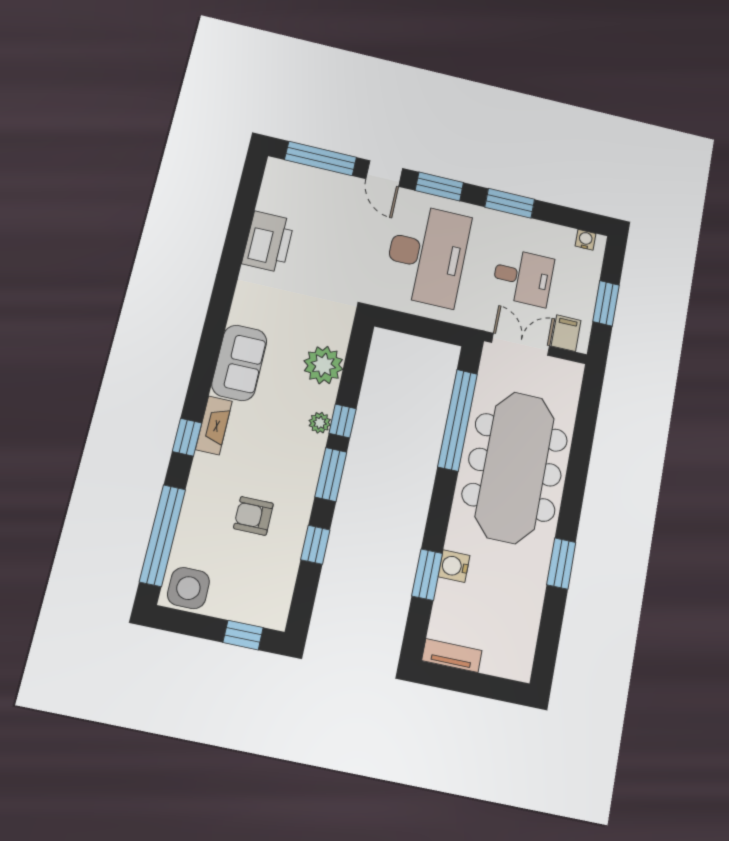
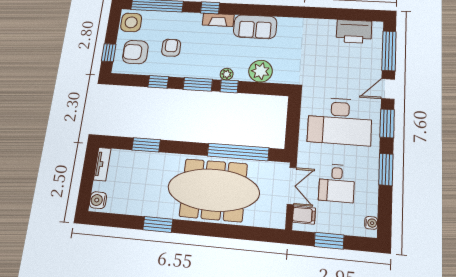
printer: (268, 242) -> (354, 31), moved
water cooler: (454, 566) -> (98, 200), moved, turned -90
armchair: (251, 583) -> (135, 52), added

